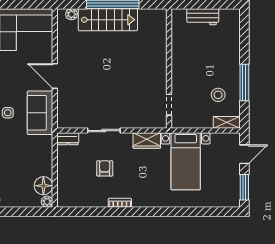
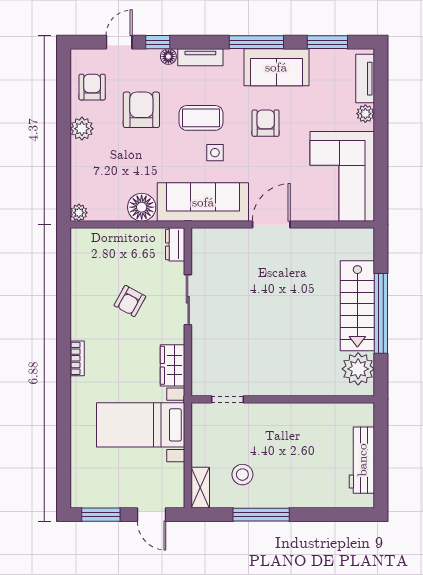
plant: (72, 14) -> (358, 369), moved, width x1.88, depth x1.88
workbench: (203, 17) -> (362, 460), width x1.38
sofa: (40, 113) -> (203, 202), width x1.36
armchair: (105, 168) -> (130, 301), turned 119
floor lamp: (43, 186) -> (142, 207), moved
bookcase: (120, 203) -> (77, 358), moved

